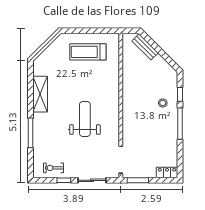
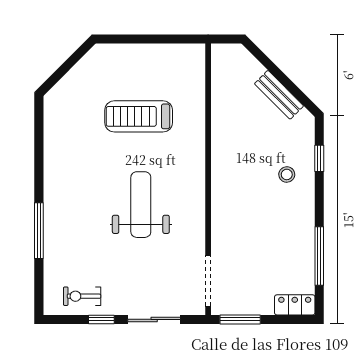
bench: (145, 47) -> (279, 95), moved
treadmill: (88, 52) -> (139, 116), moved
shelving: (40, 94) -> (57, 158), removed
window: (180, 124) -> (319, 256), moved

